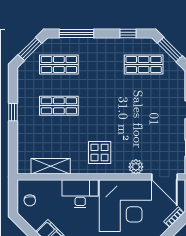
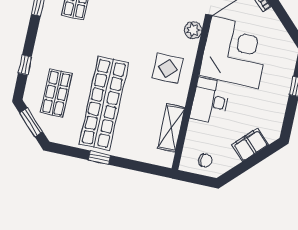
window: (77, 33) -> (25, 65), width x0.46
shop shelf: (59, 106) -> (104, 103), width x2.00, depth x1.36

